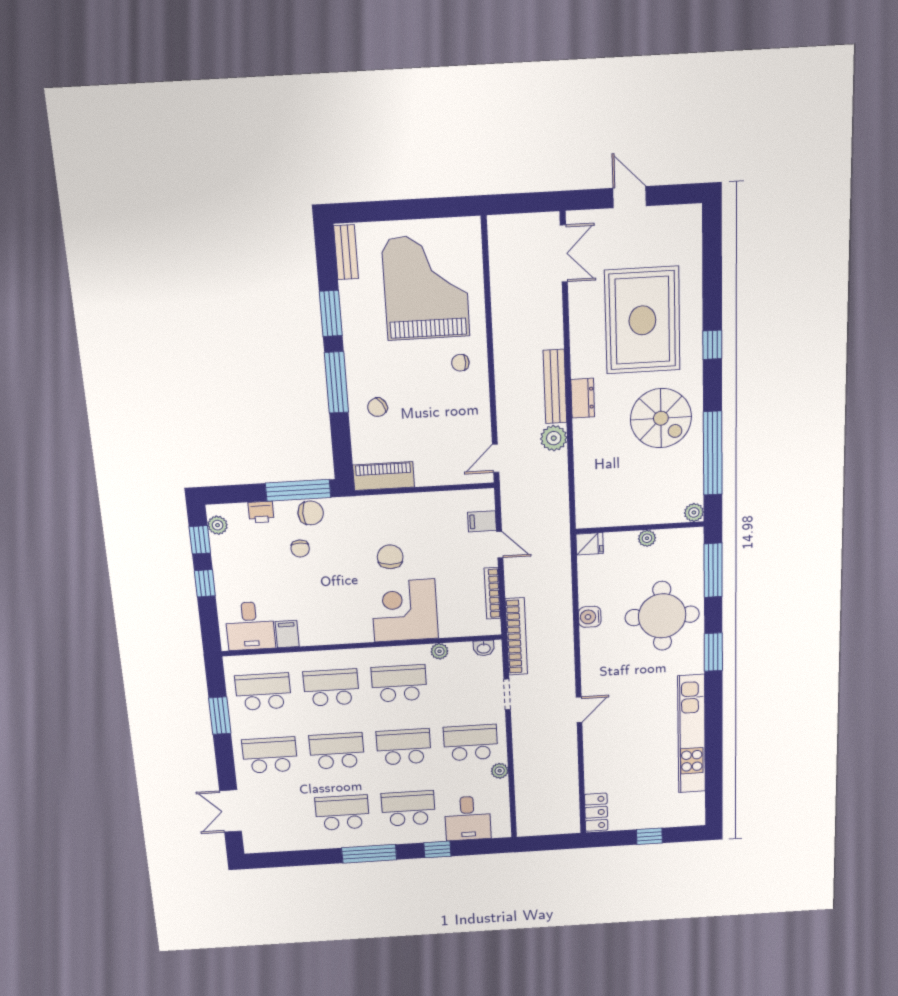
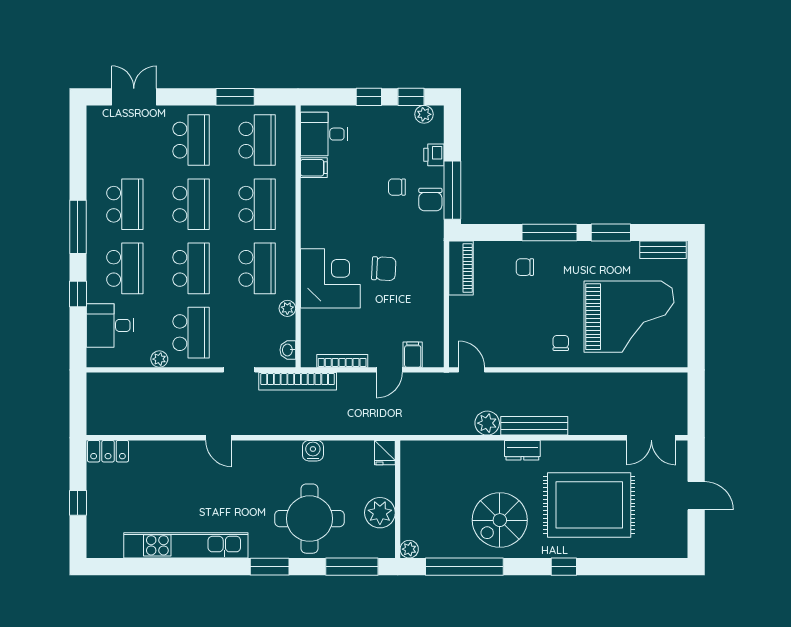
door: (630, 197) -> (696, 496), hinge flipped
chair: (377, 407) -> (525, 267), turned -58
plant: (647, 538) -> (380, 513), width x1.88, depth x1.88

